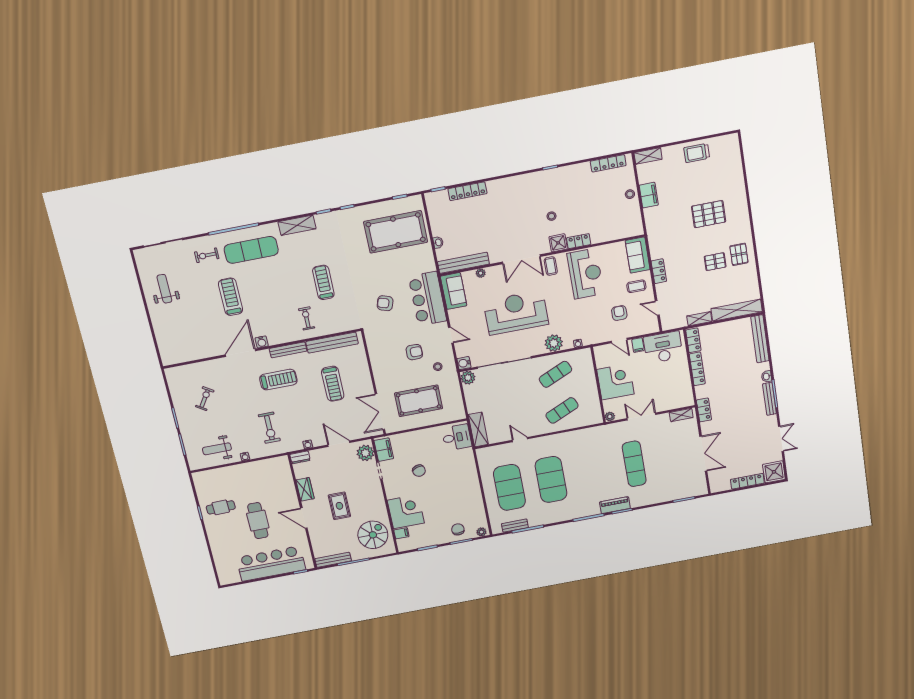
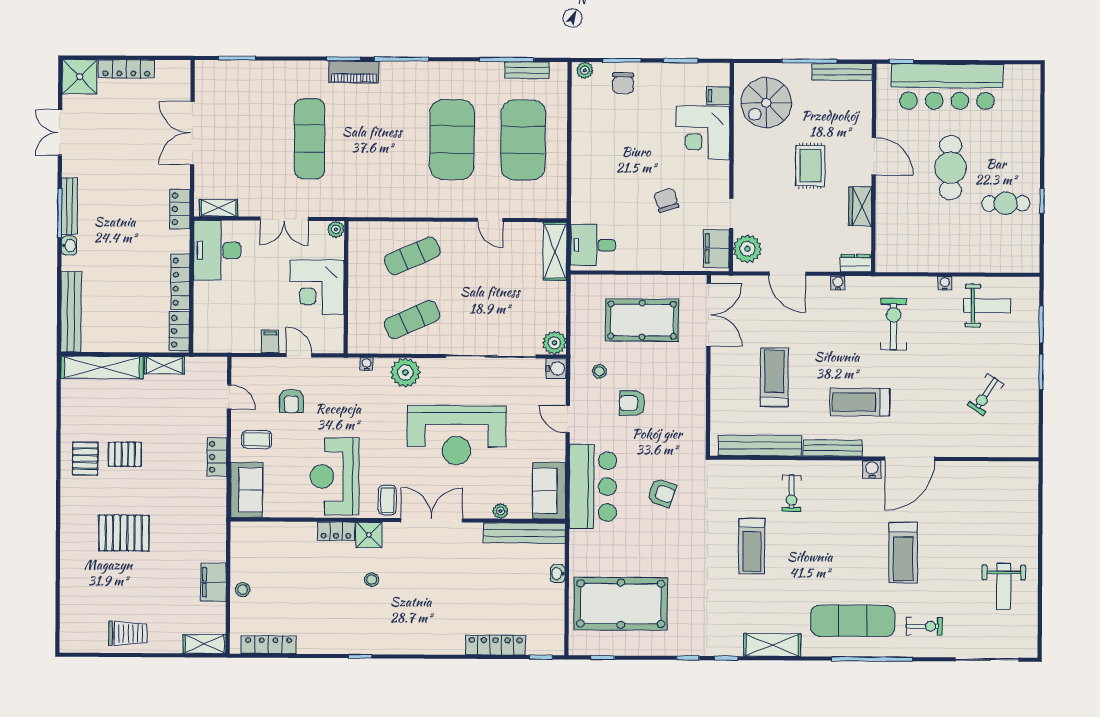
desk: (663, 347) -> (217, 250), moved, turned 90

